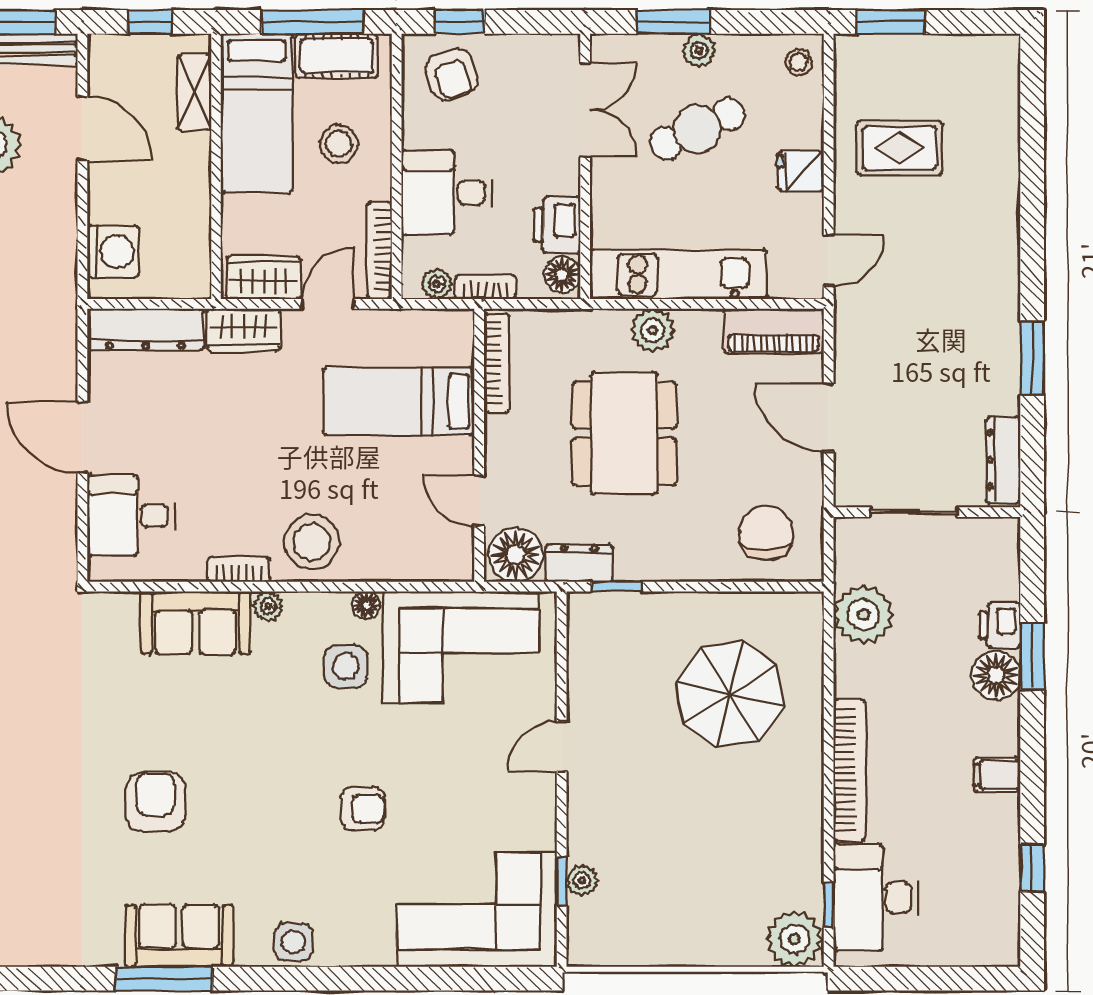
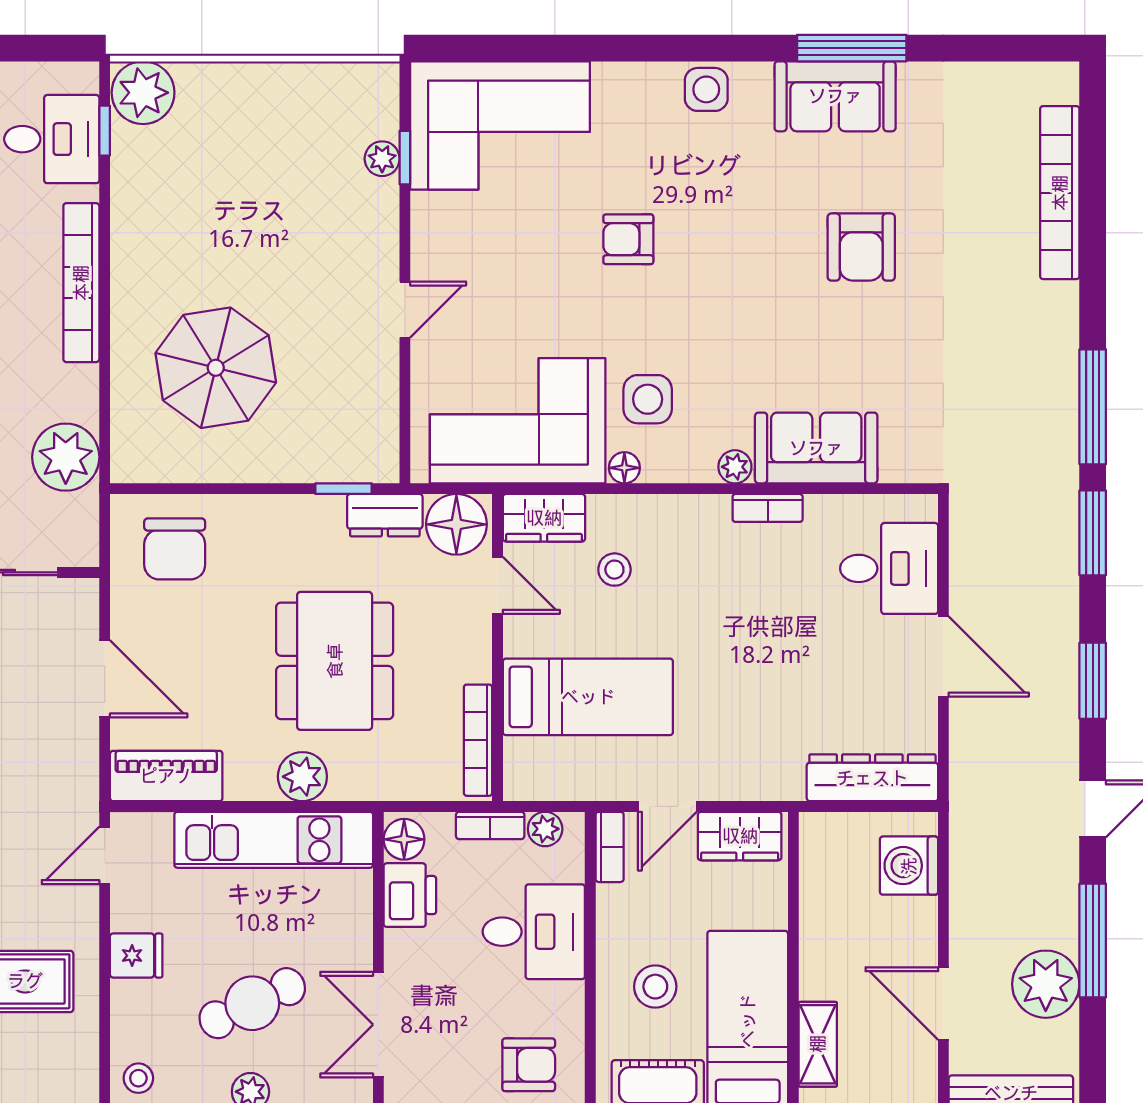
armchair: (451, 74) -> (529, 1065), turned 108
bookcase: (379, 250) -> (610, 847), width x0.64
wardrobe: (244, 330) -> (544, 518), moved, turned 180
stool: (312, 542) -> (614, 570), moved, width x0.53, depth x0.53
desk: (876, 898) -> (52, 139), width x0.73

